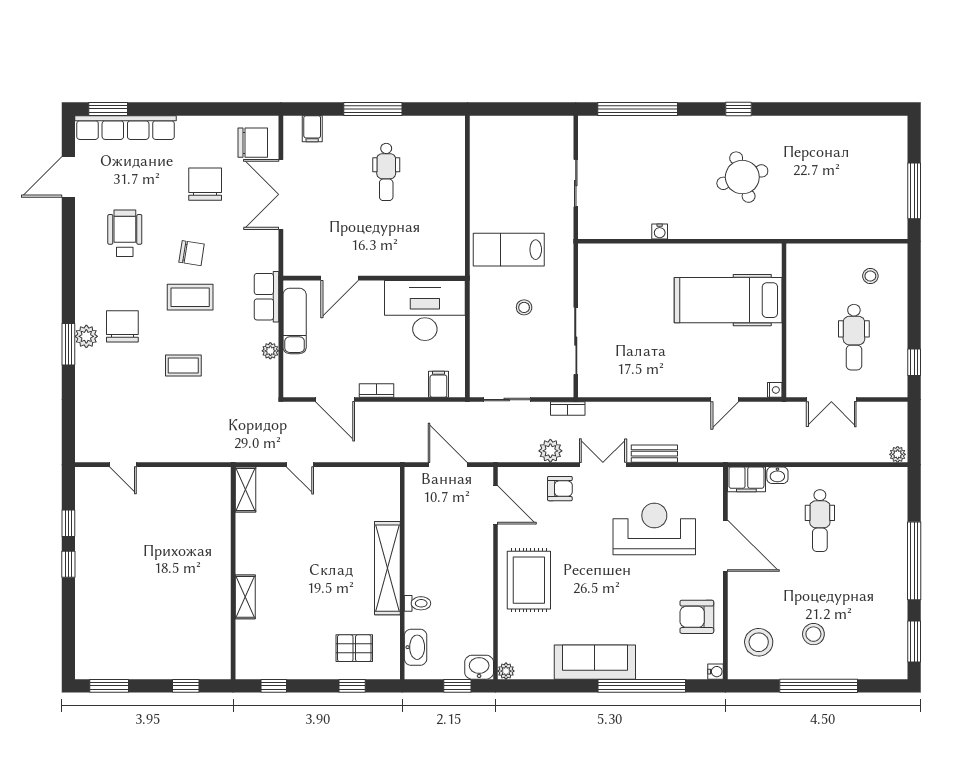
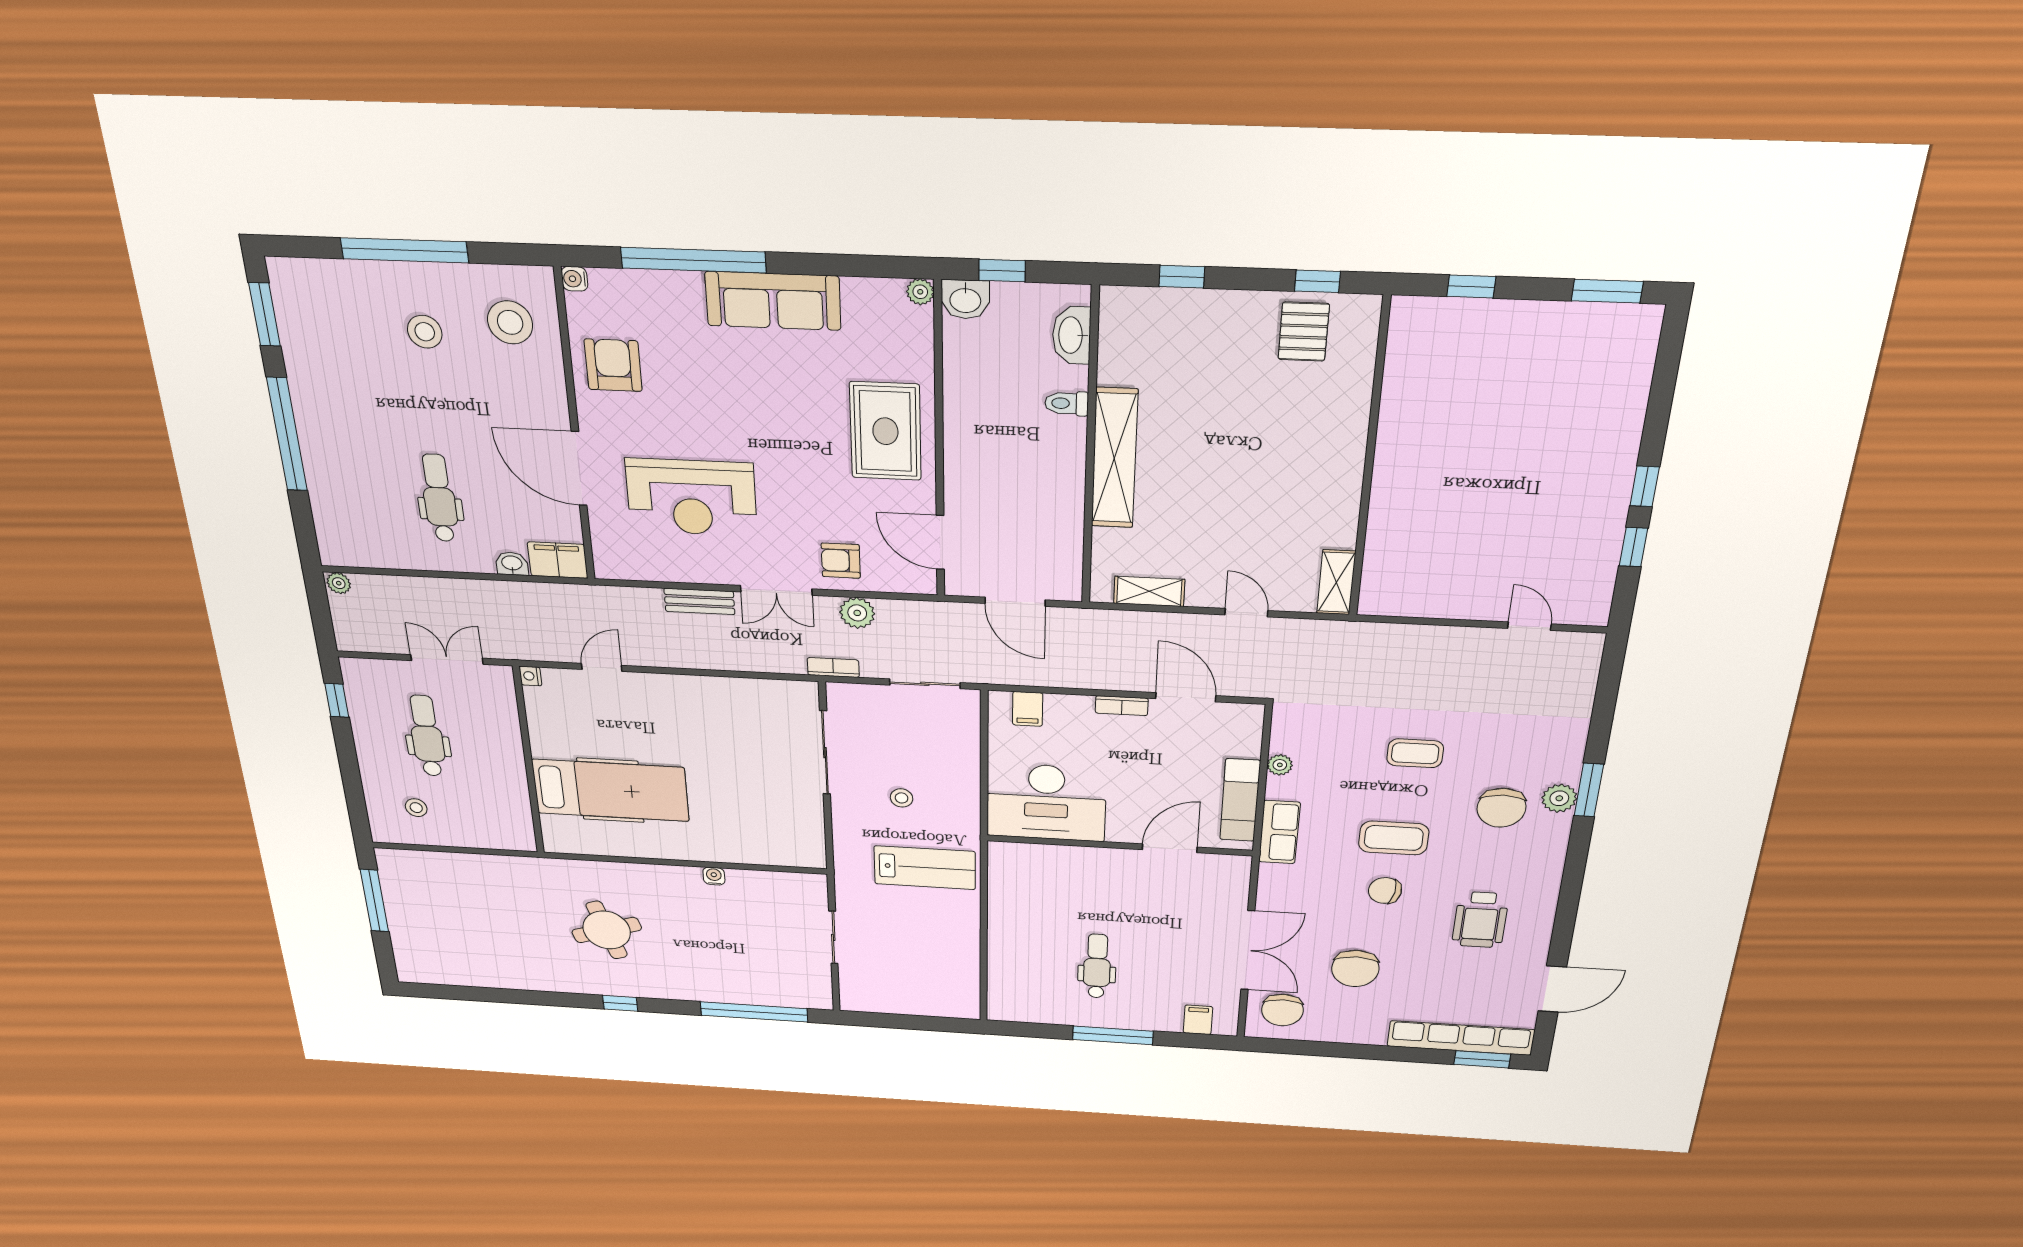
chair: (253, 143) -> (1283, 1010), turned -90
shelving: (245, 597) -> (1149, 591), moved, turned 90
armchair: (697, 617) -> (613, 365), turned -90
pallet: (354, 648) -> (1304, 332), moved, turned 90

